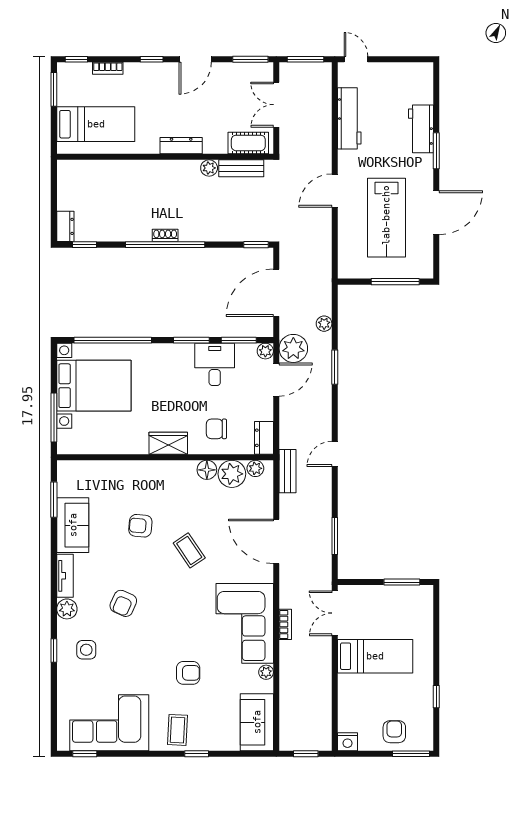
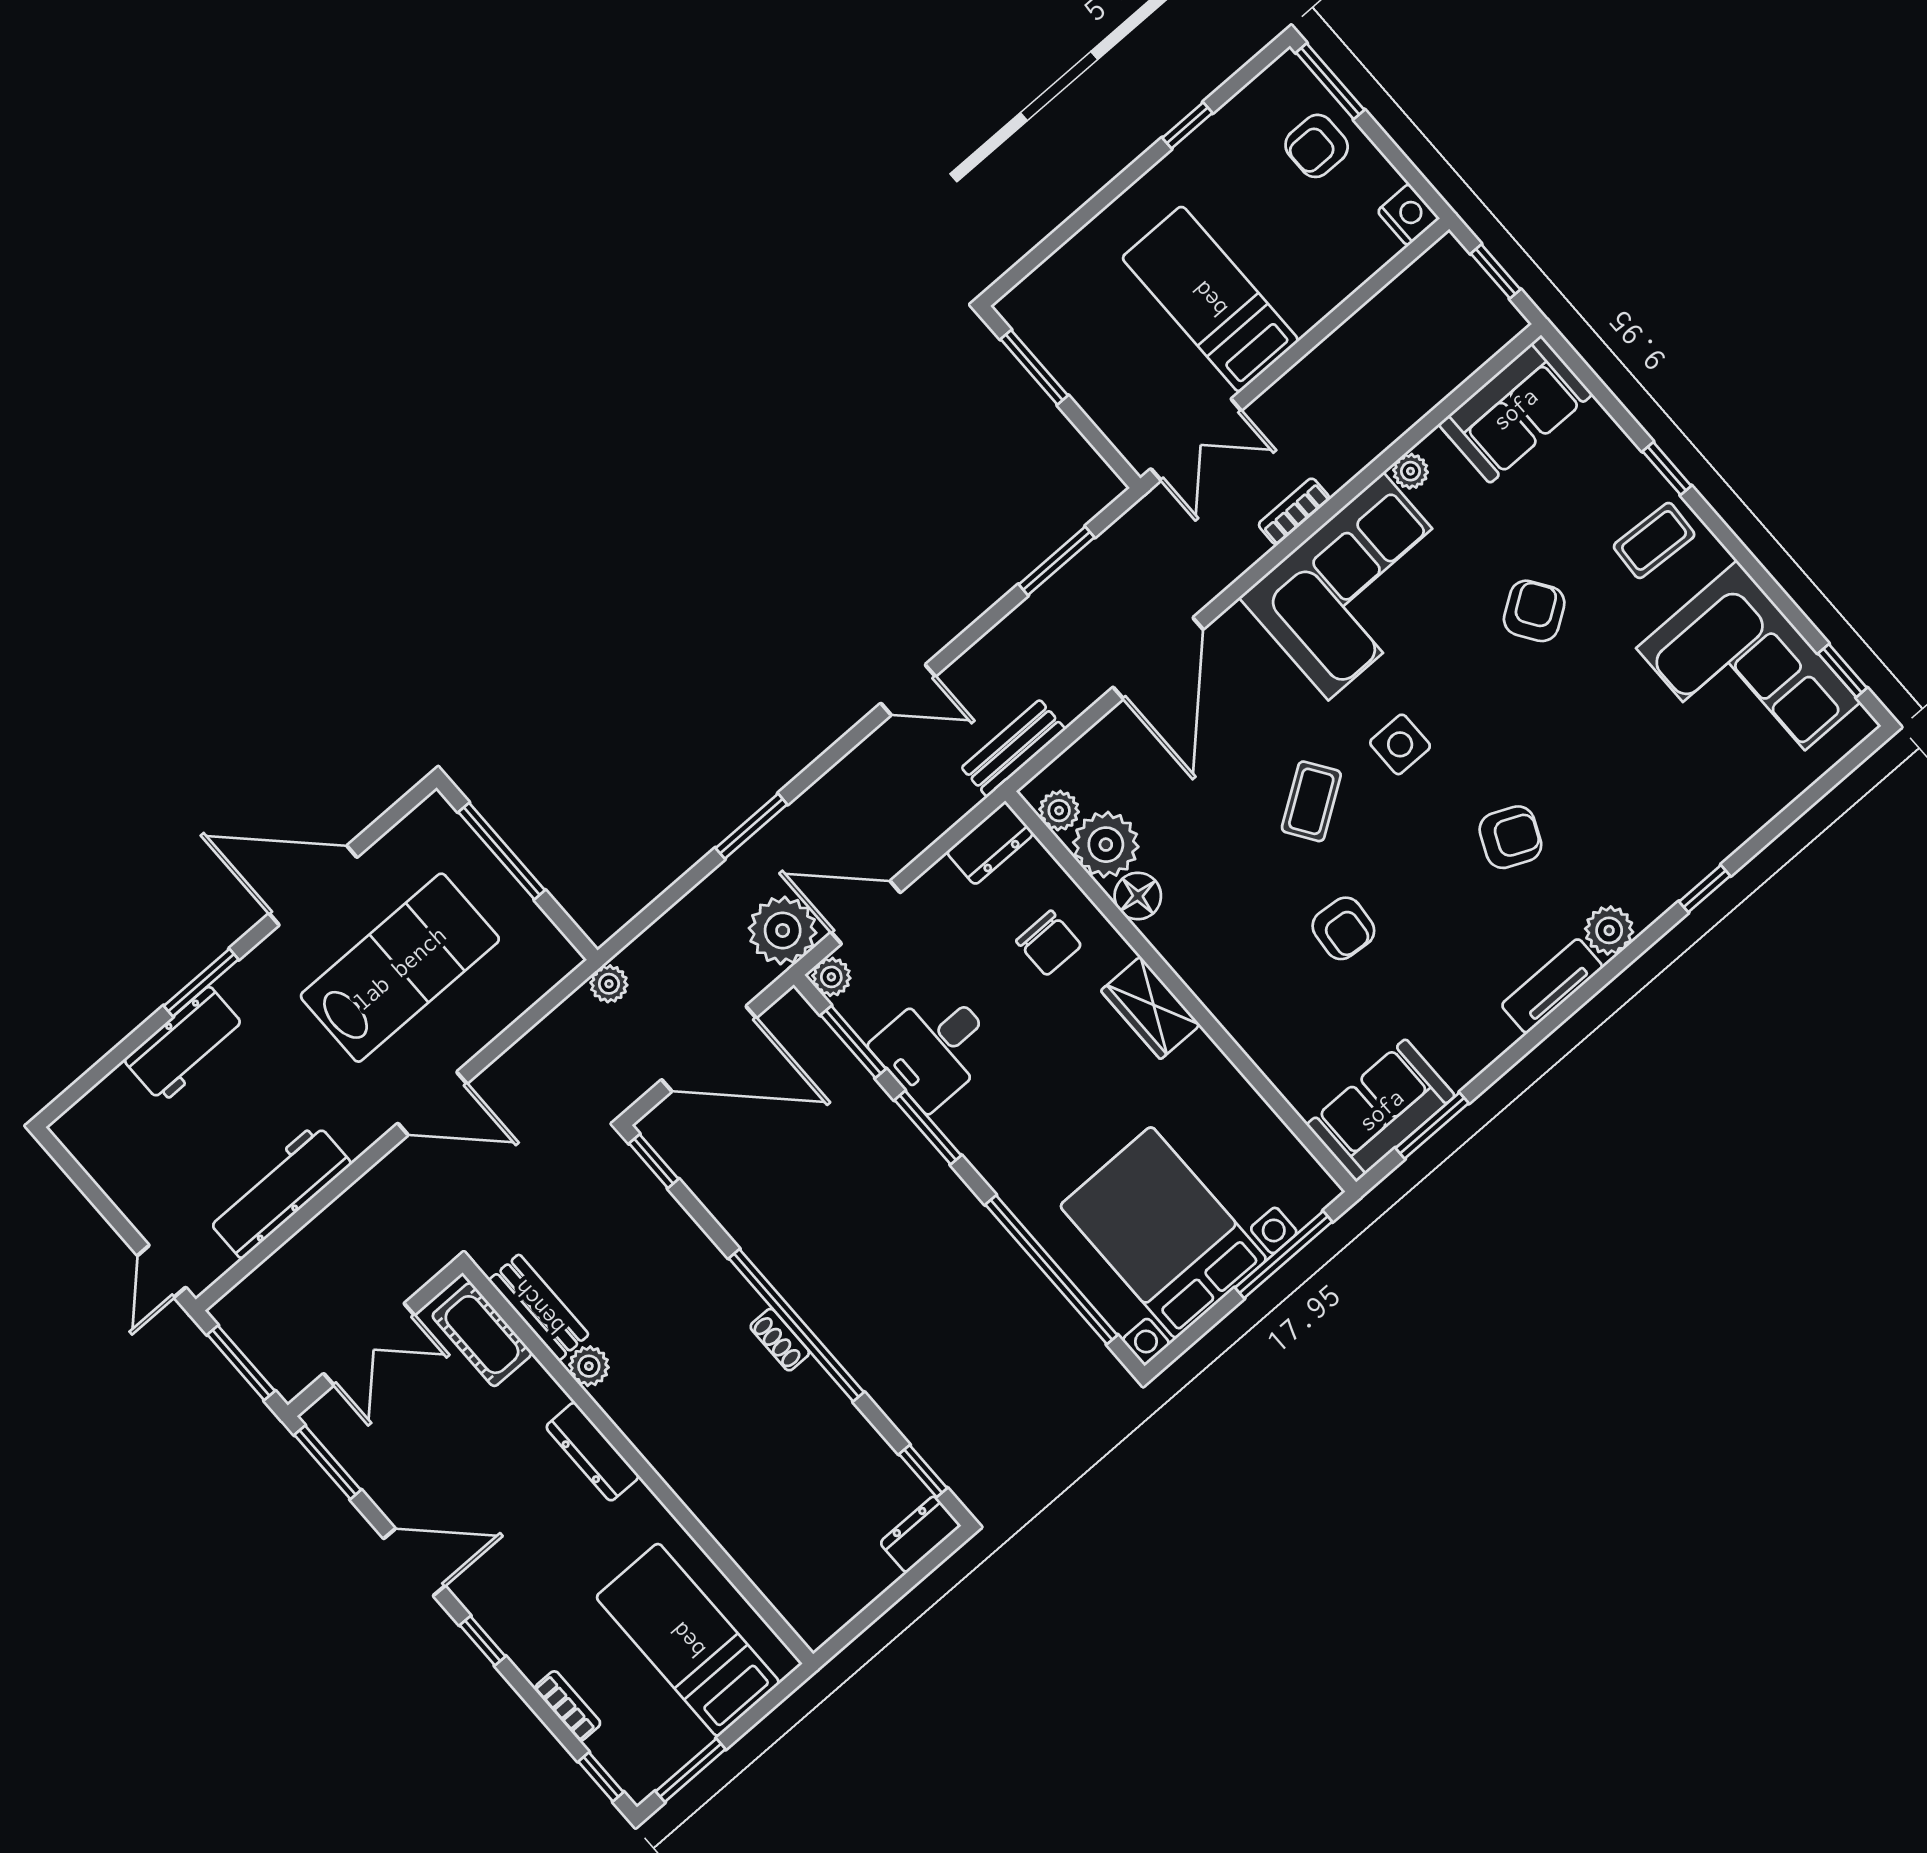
plant: (324, 324) -> (609, 984), moved
sofa: (73, 525) -> (1381, 1110), moved
side table: (86, 650) -> (1400, 744), moved
armchair: (188, 673) -> (1534, 611), turned 56

